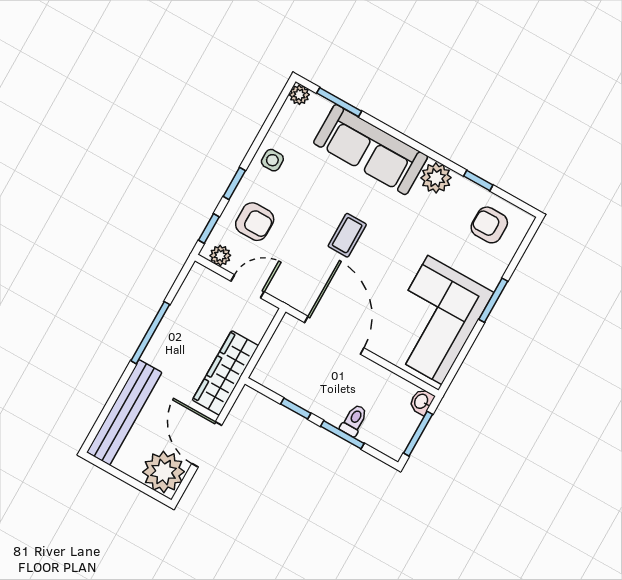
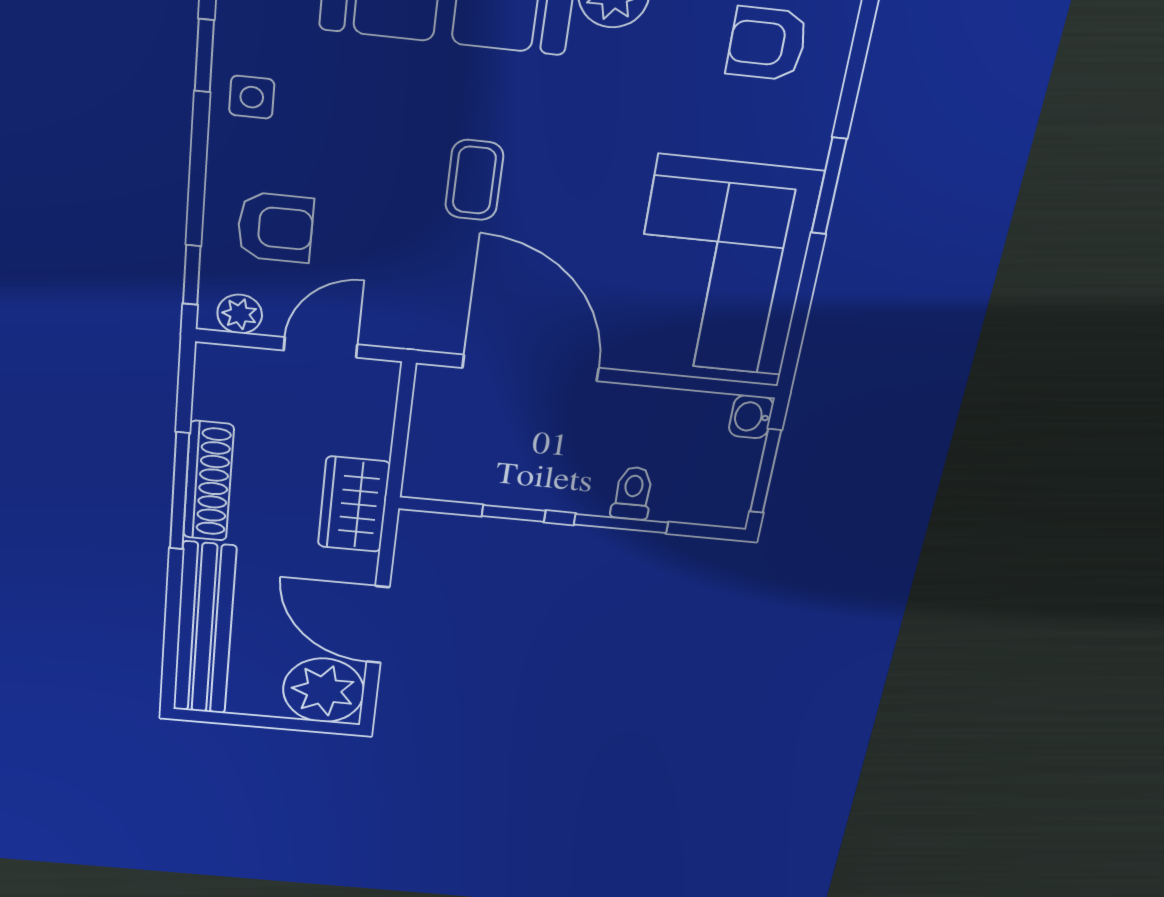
window: (234, 183) -> (204, 56), moved
shoe rack: (166, 333) -> (208, 481), added
wardrobe: (226, 373) -> (354, 504), width x0.67

